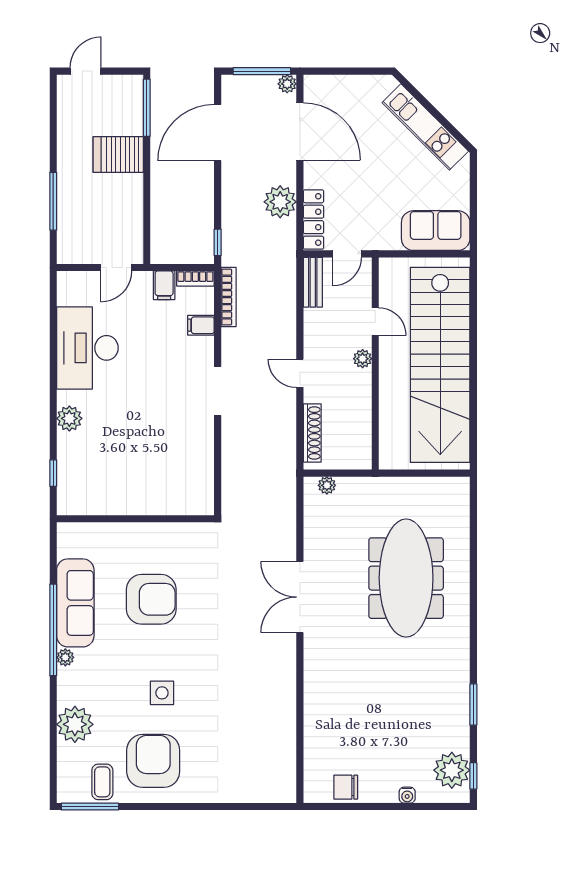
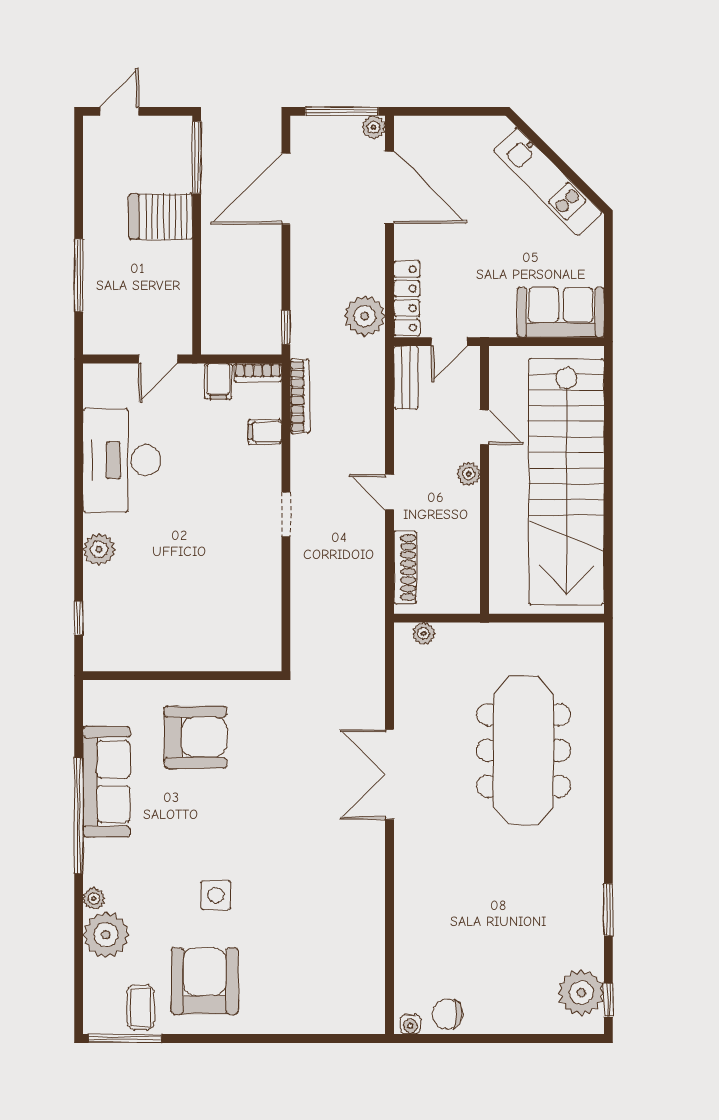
plant: (280, 202) -> (365, 316), moved
doorway: (218, 391) -> (286, 515), width x0.73
armchair: (151, 599) -> (195, 737), moved
plant: (65, 657) -> (94, 899), moved
water cooler: (407, 795) -> (410, 1024), moved

